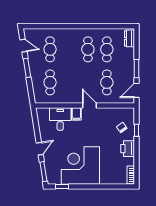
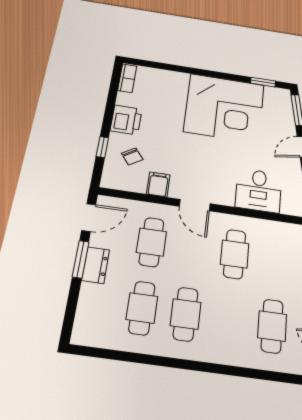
dresser: (130, 38) -> (96, 265), moved
cafe table: (50, 82) -> (235, 254), moved
filing cabinet: (76, 114) -> (158, 184), moved

